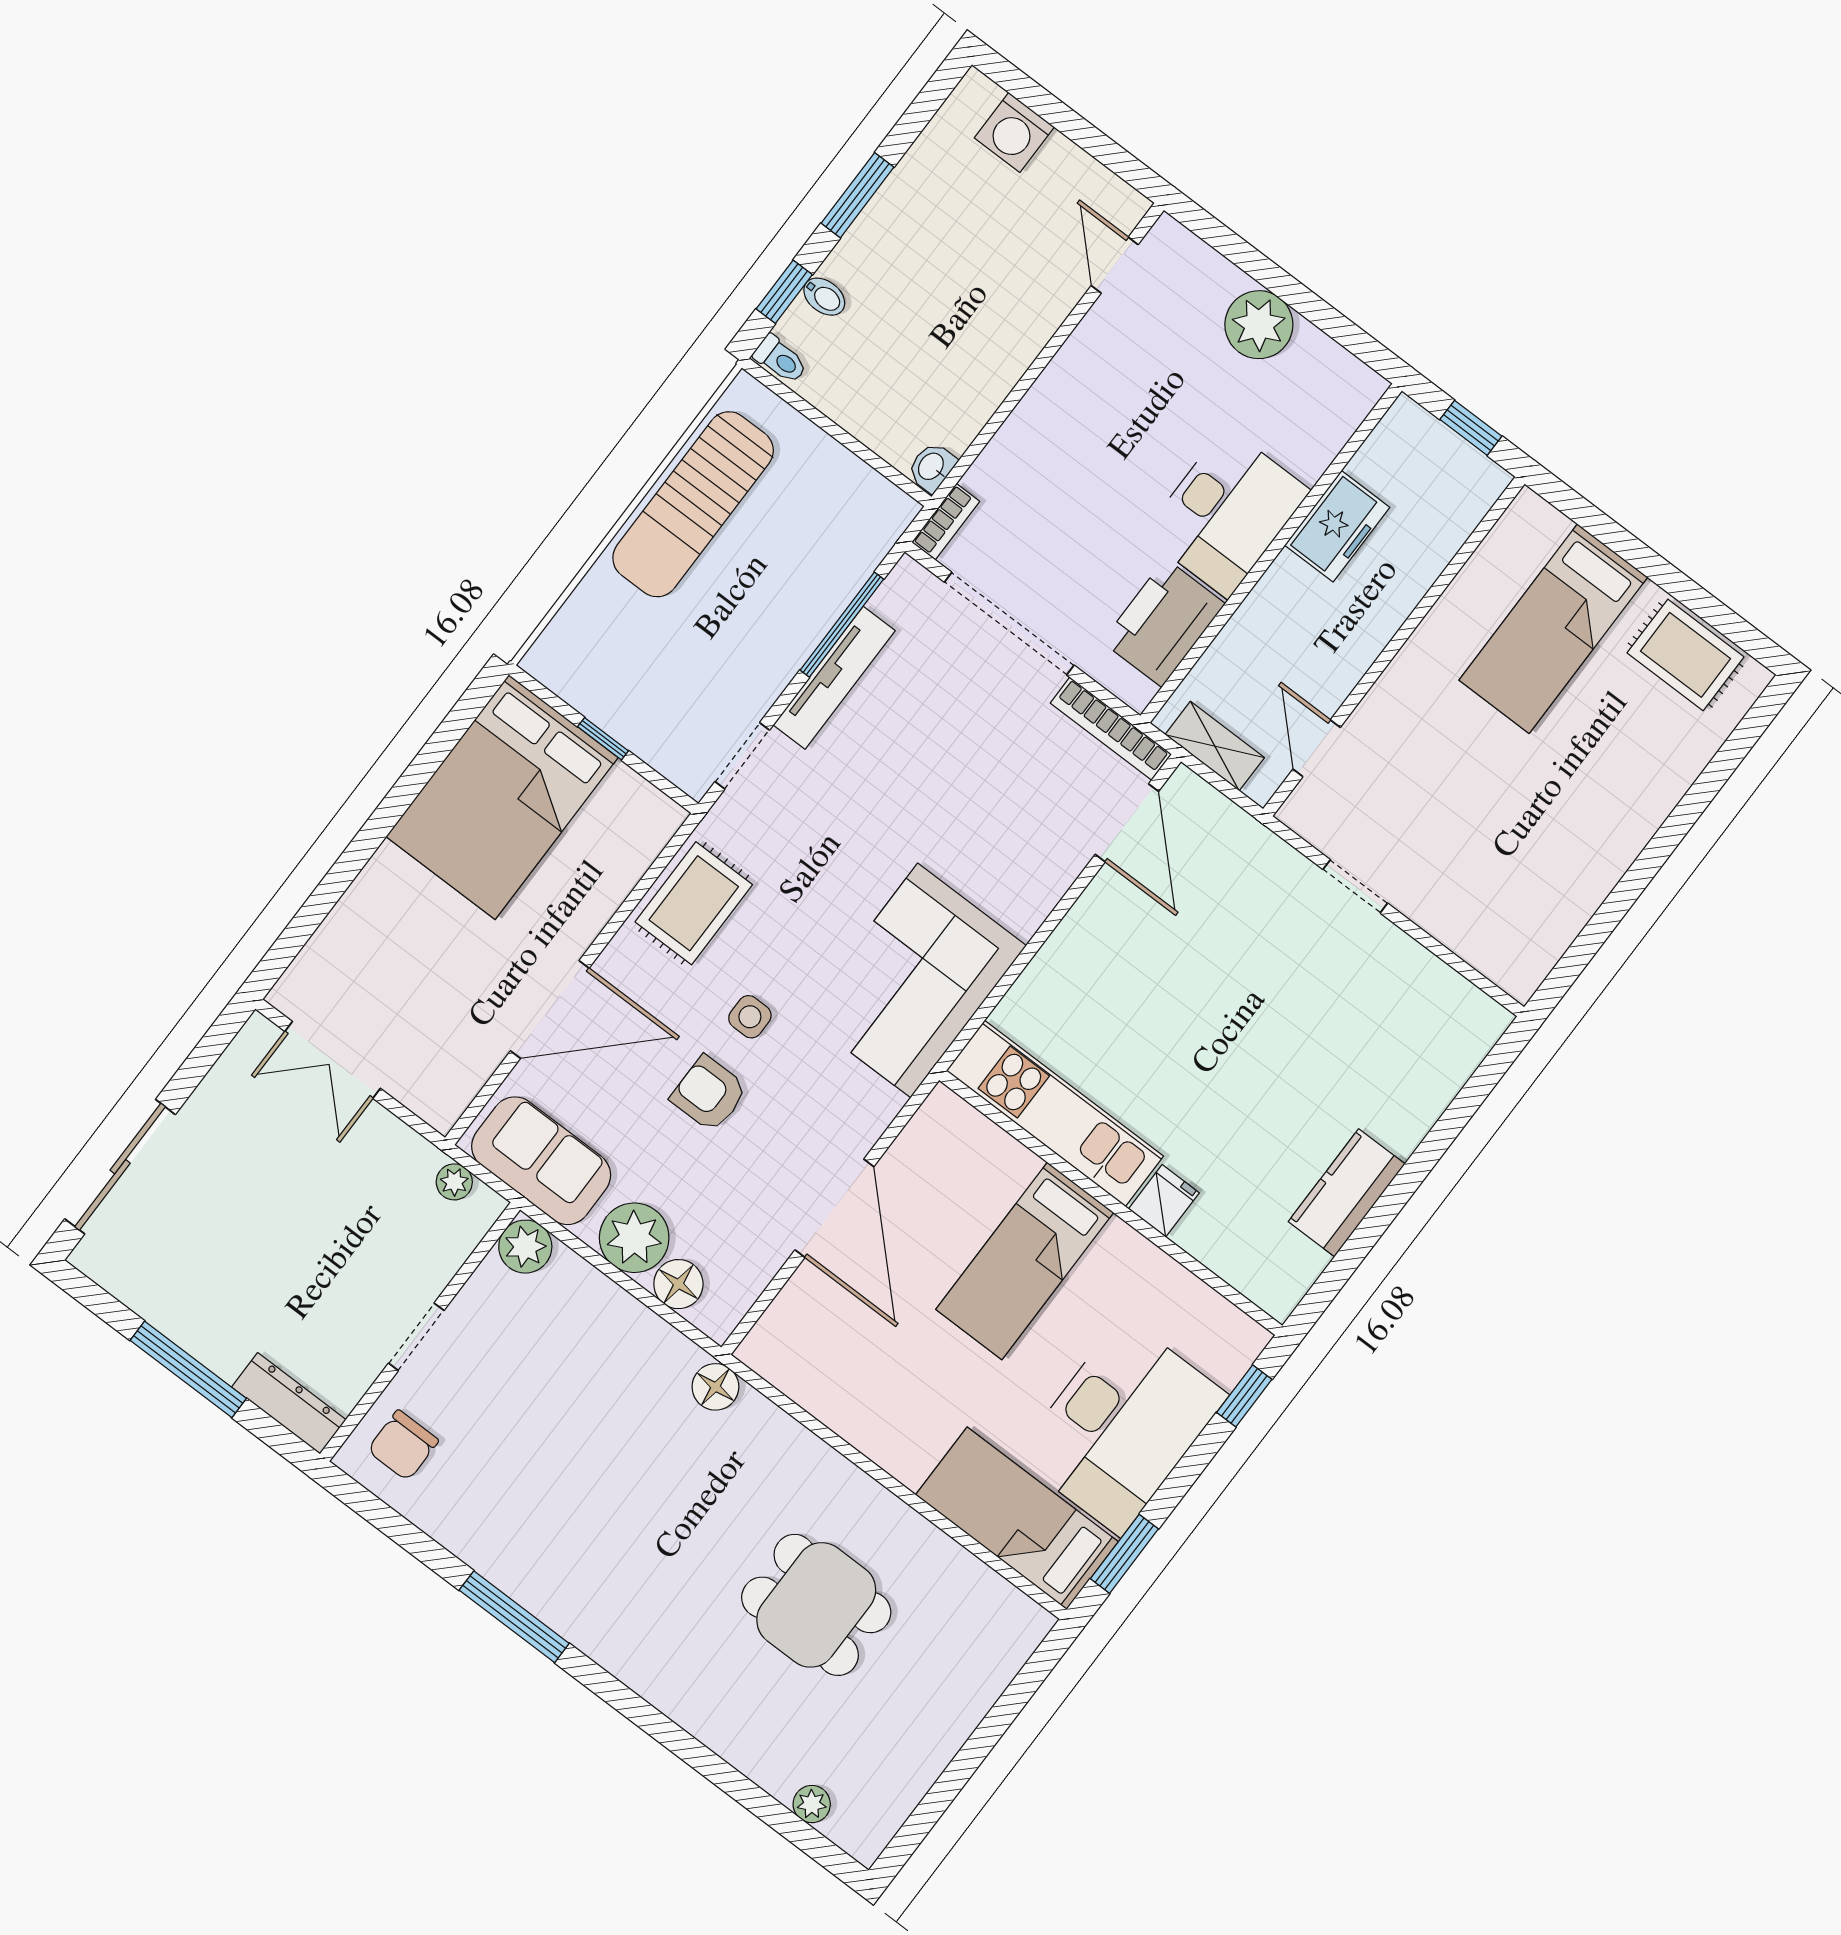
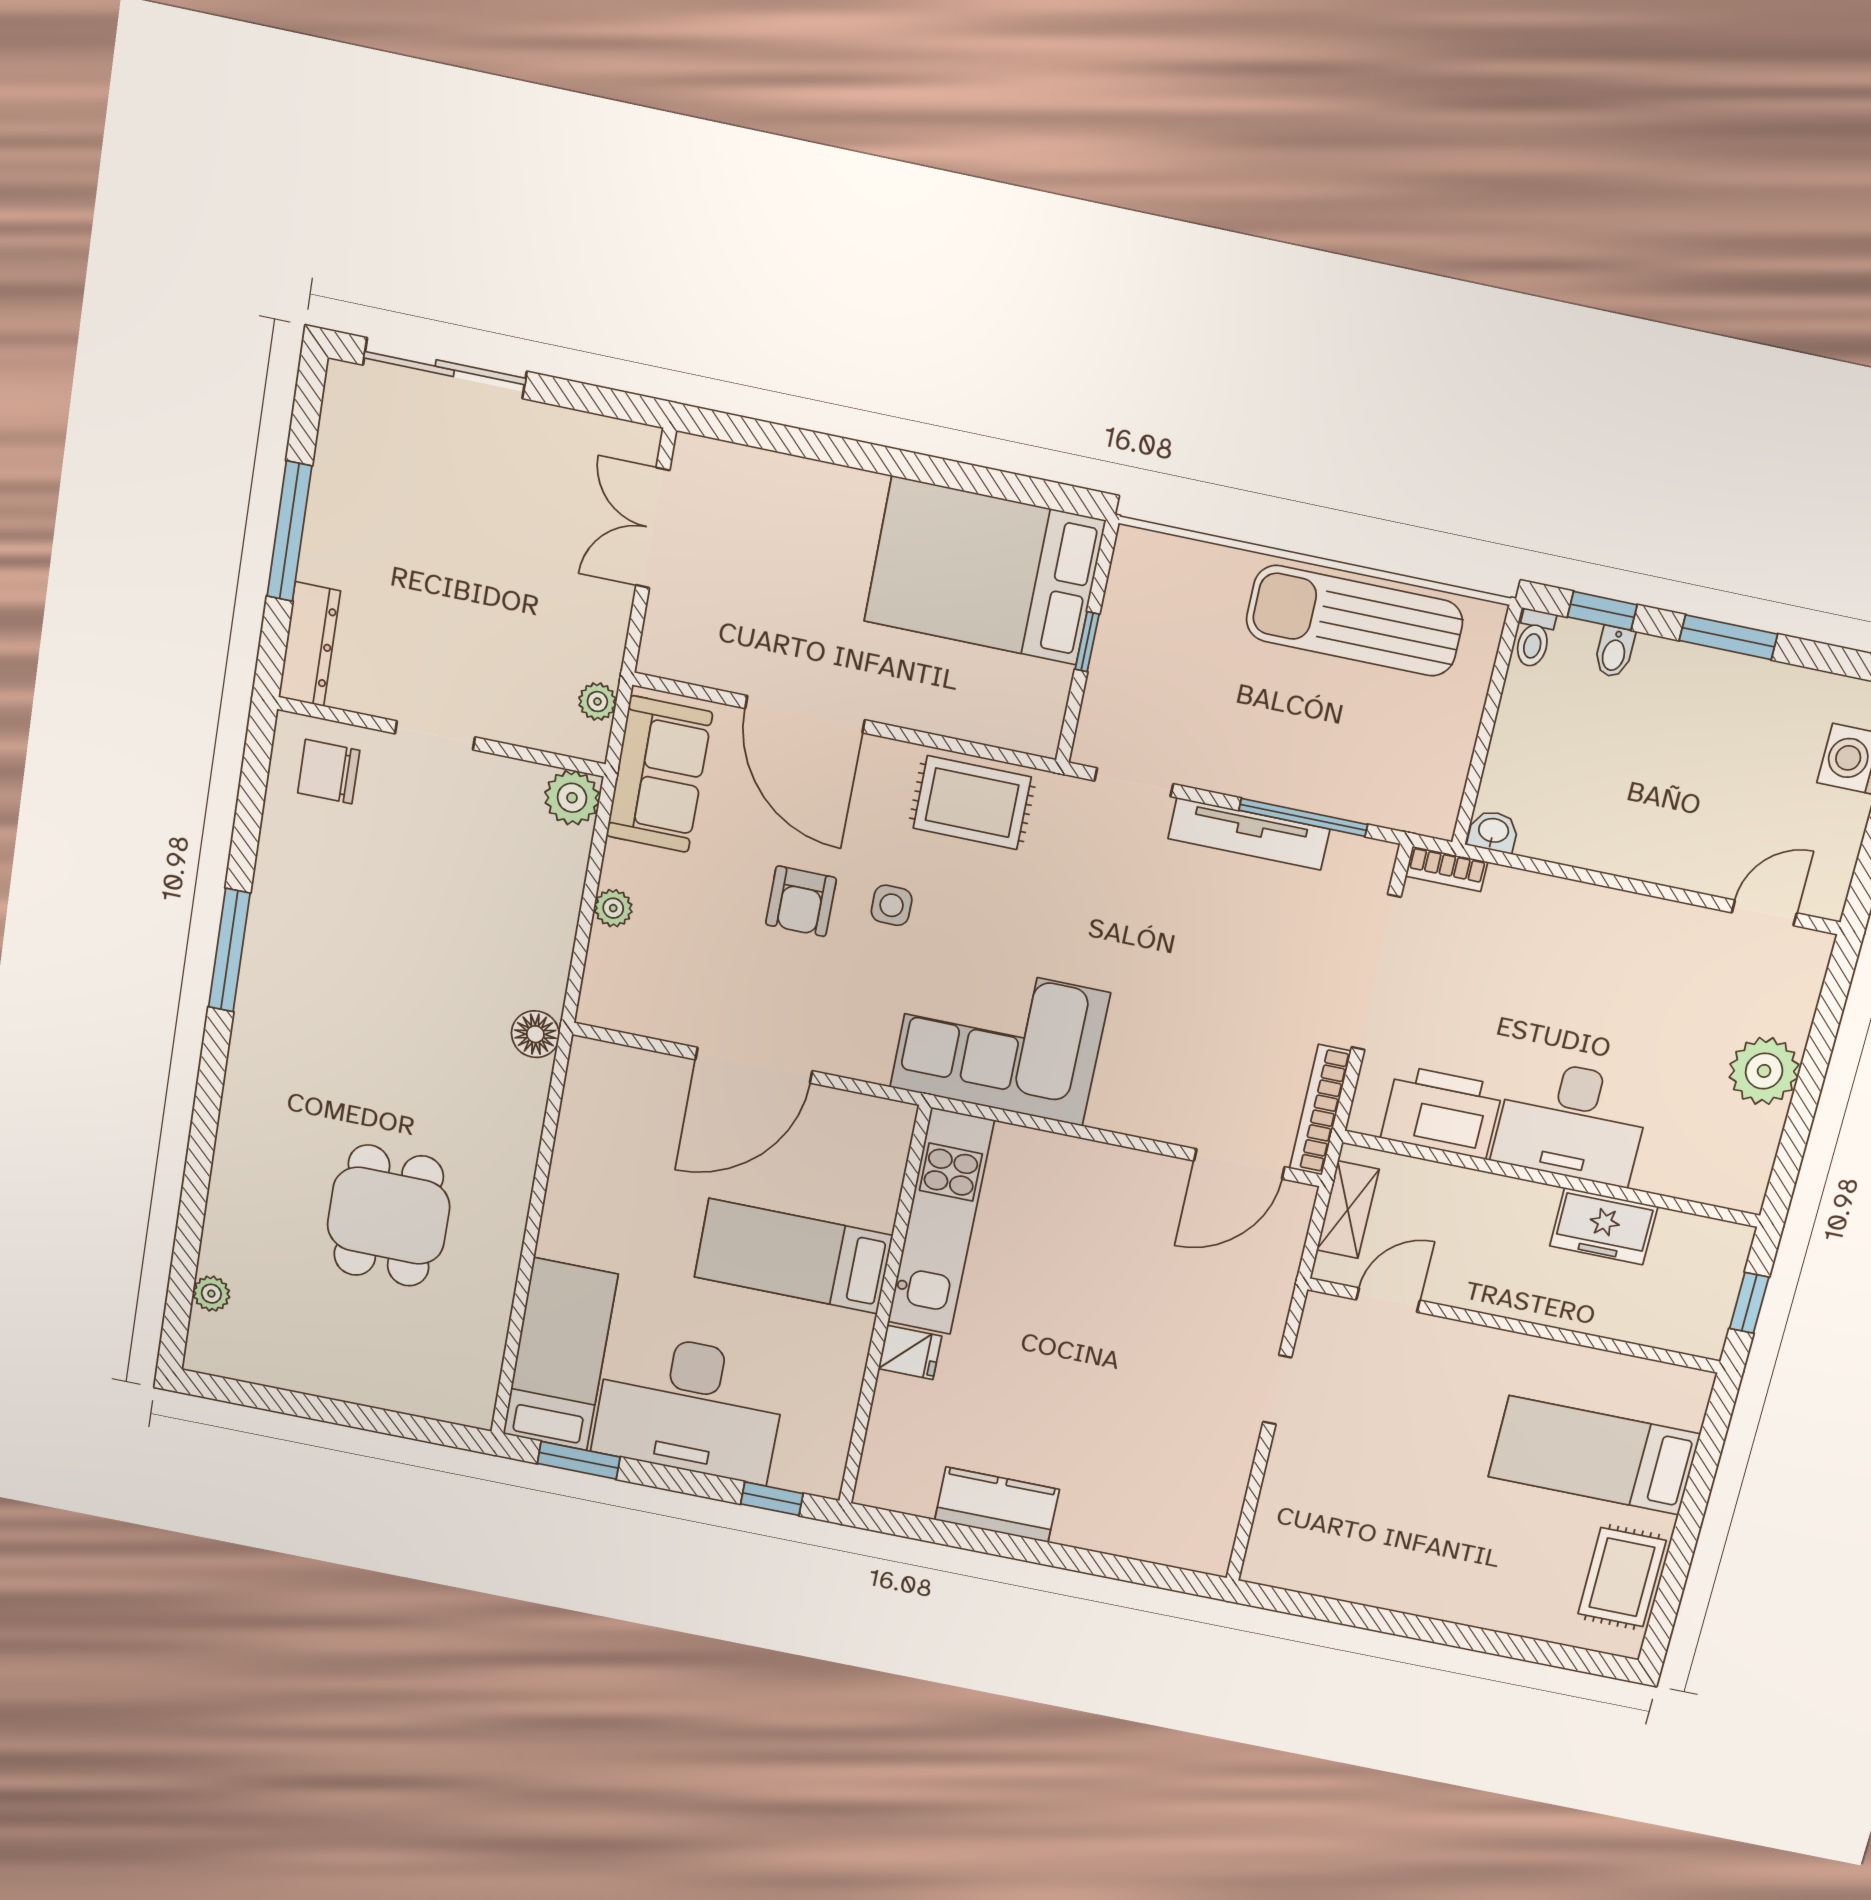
armchair: (709, 1094) -> (801, 901), turned 180
plant: (634, 1238) -> (613, 908), width x0.53, depth x0.53
floor lamp: (678, 1284) -> (611, 956), removed

